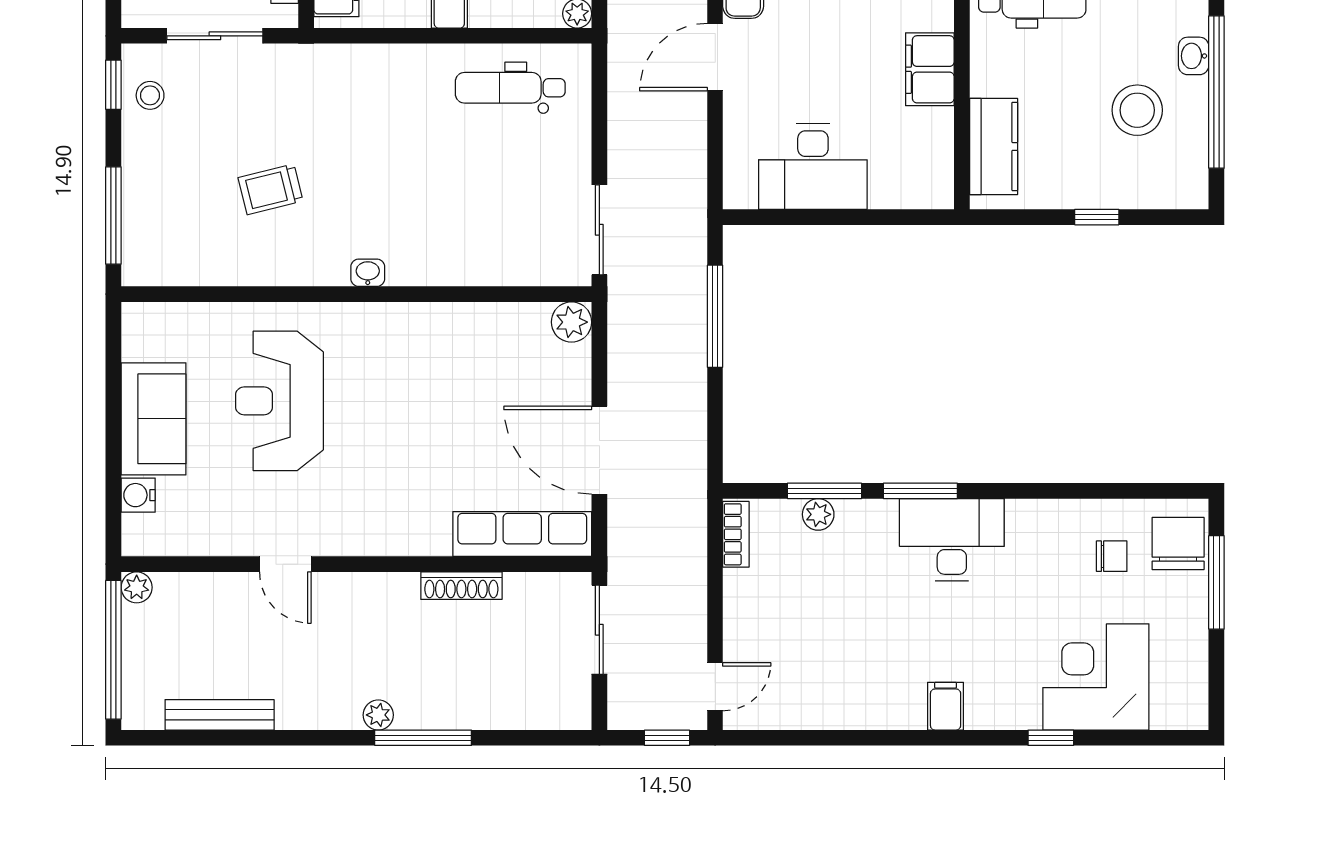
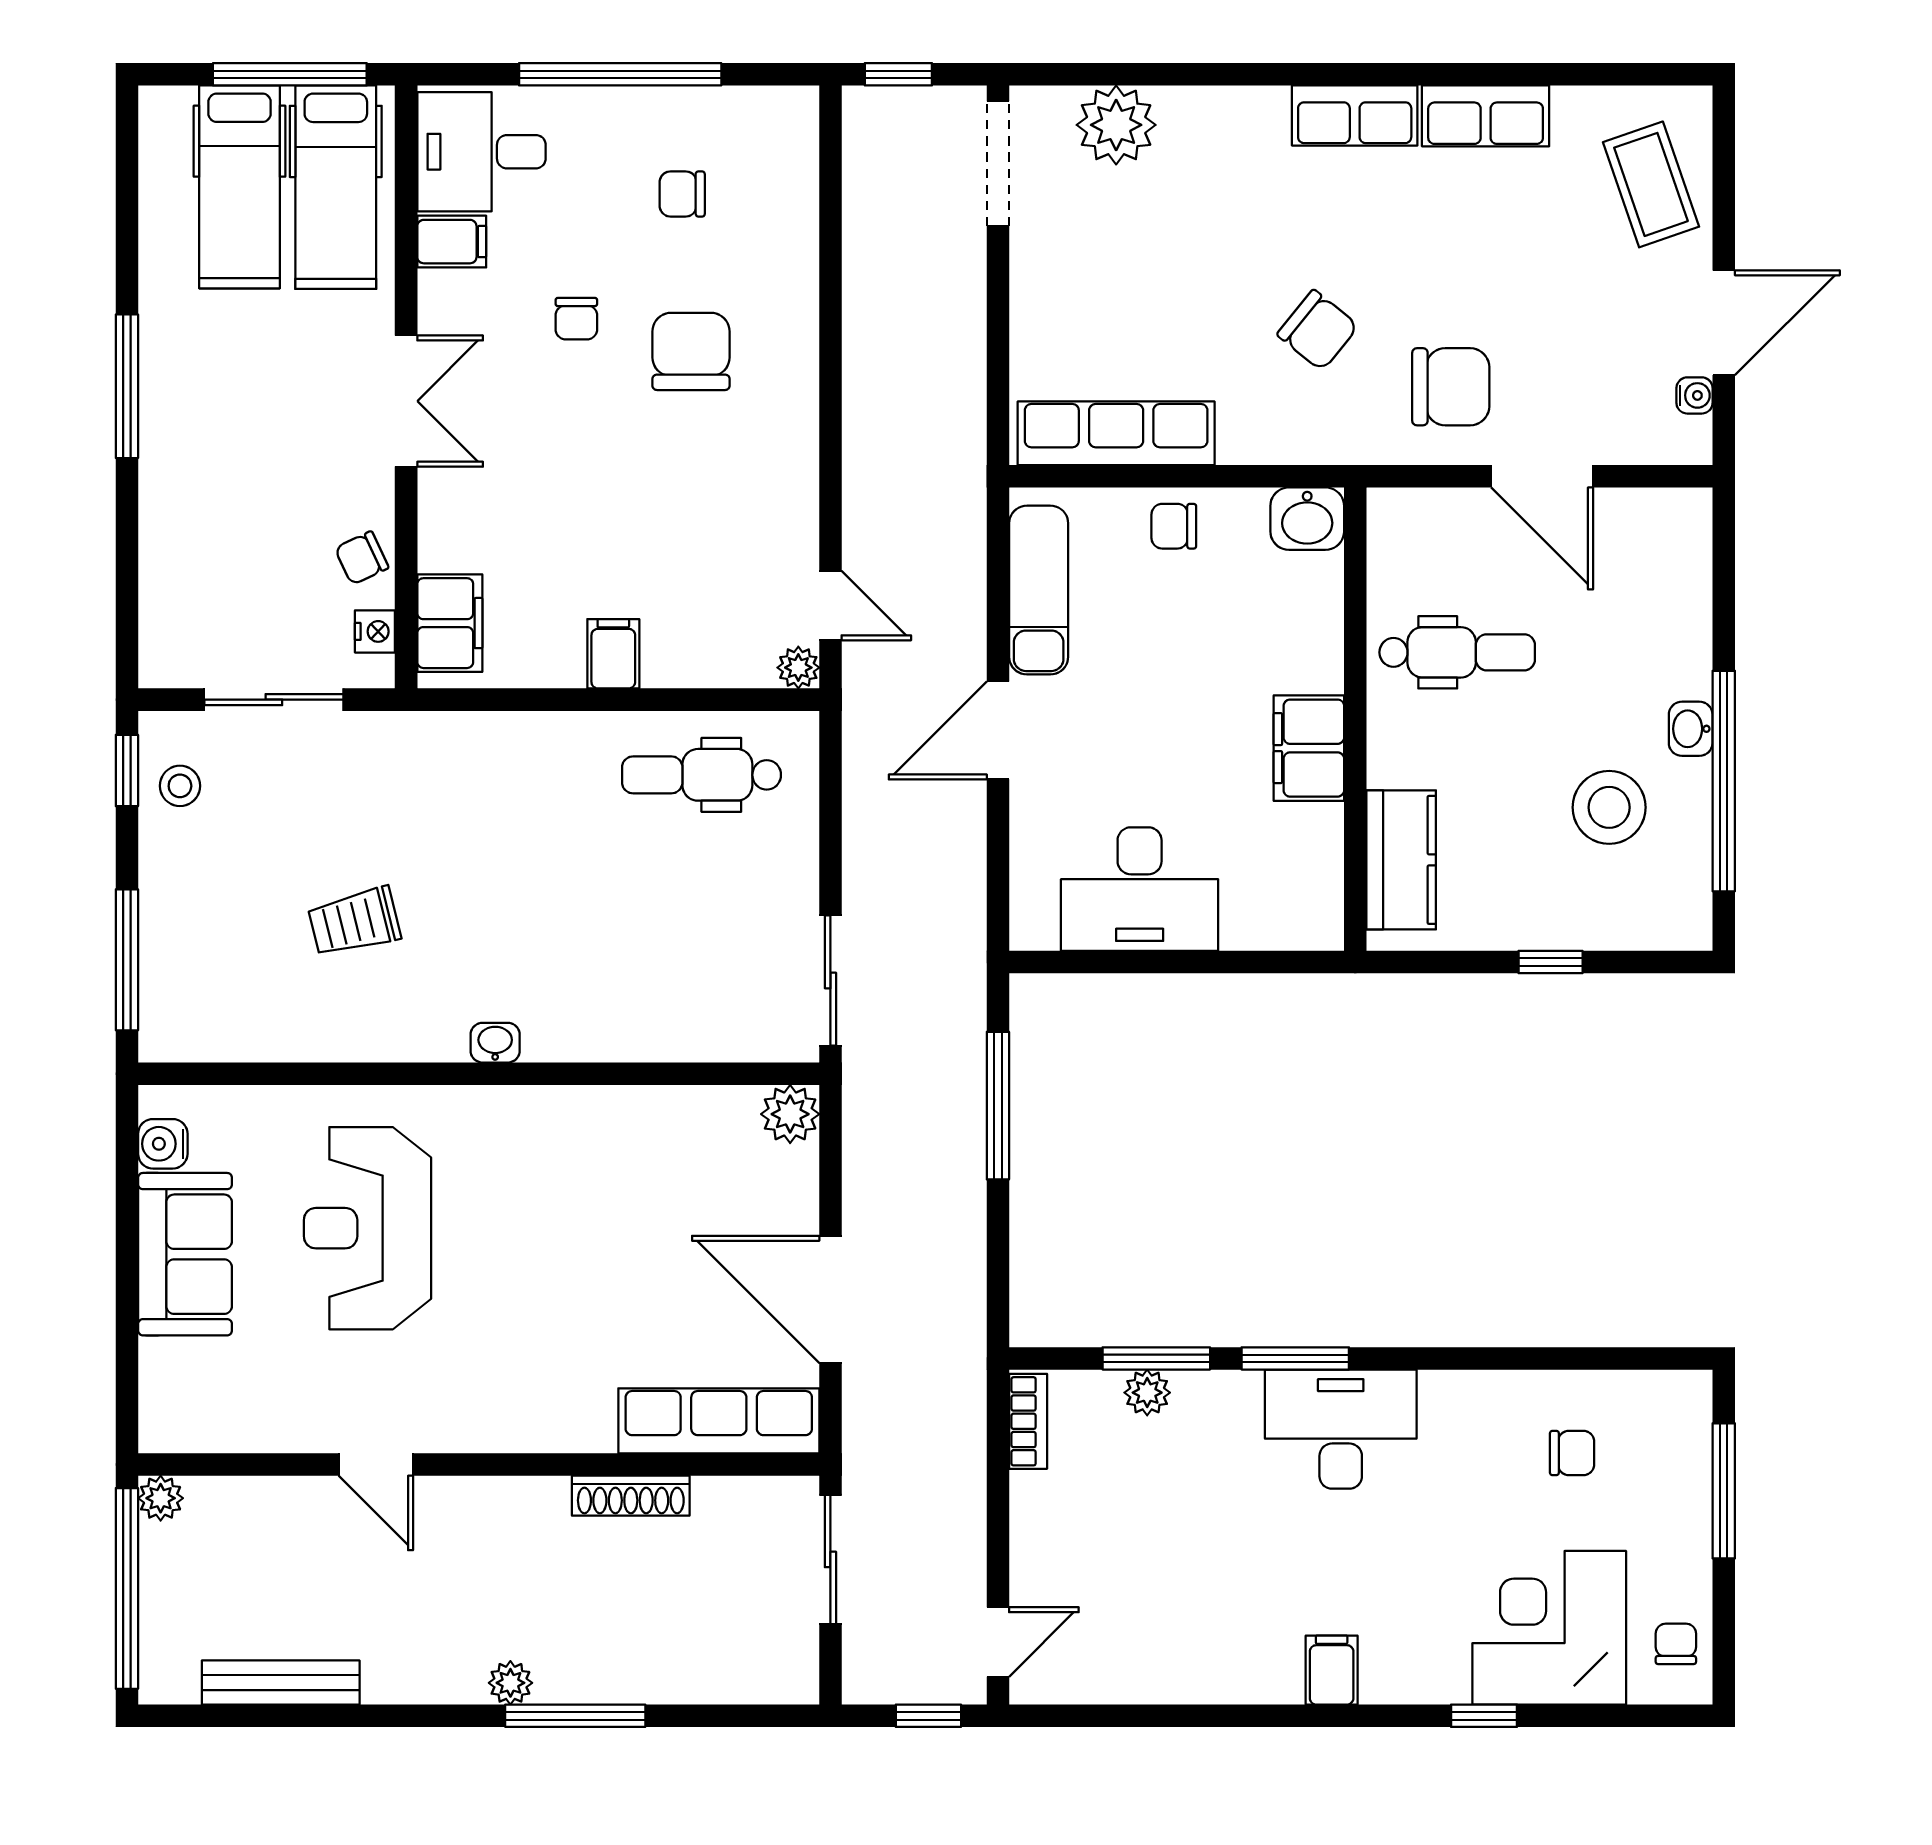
water cooler: (138, 495) -> (163, 1144), moved
chair: (1178, 543) -> (1676, 1644), moved, width x0.54, depth x0.54

